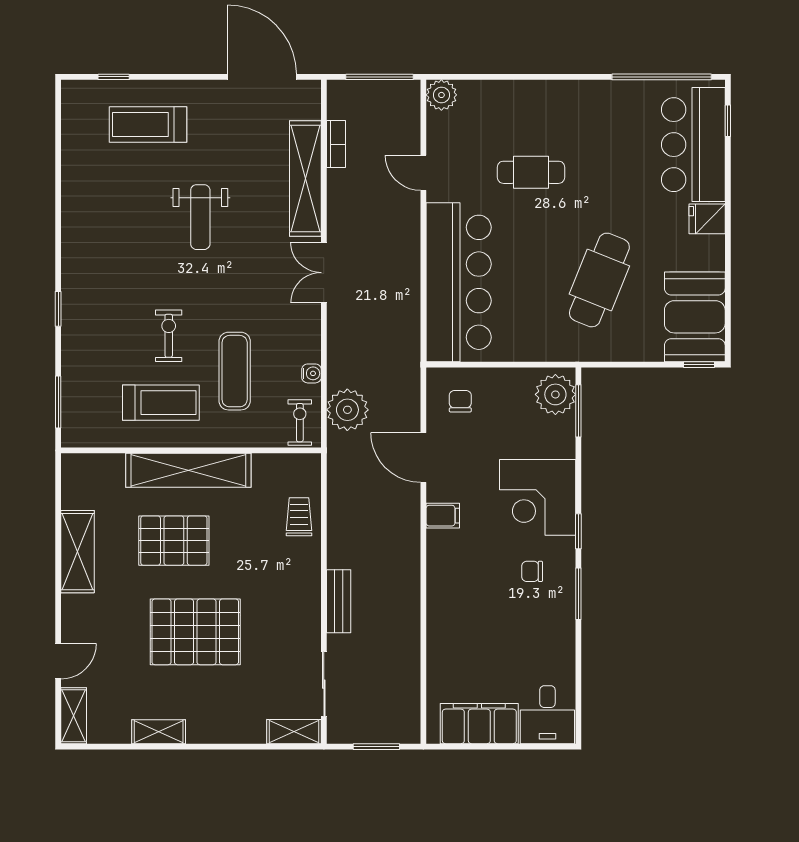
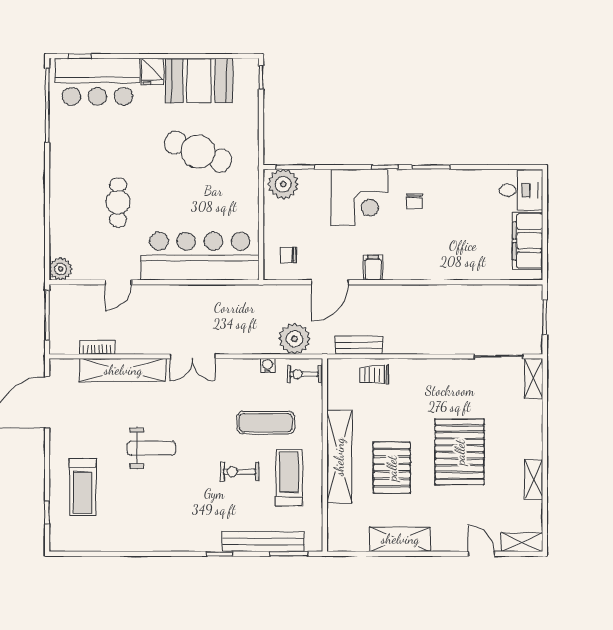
booth: (695, 317) -> (199, 81), moved
bench: (75, 368) -> (263, 542), added
bench: (339, 601) -> (359, 345), moved

